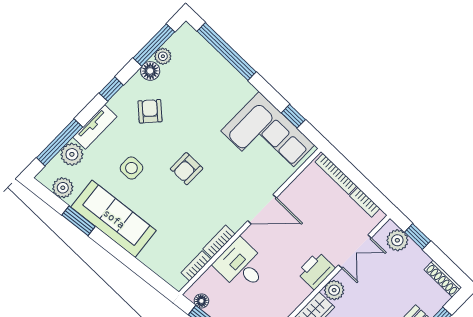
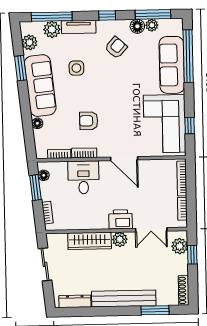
sofa: (219, 75) -> (172, 65), added
armchair: (187, 169) -> (89, 121), moved
floor lamp: (146, 257) -> (37, 123), added

